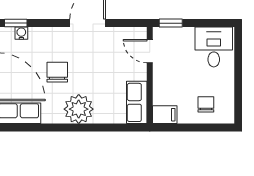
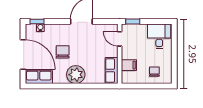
filing cabinet: (165, 115) -> (129, 65), moved

